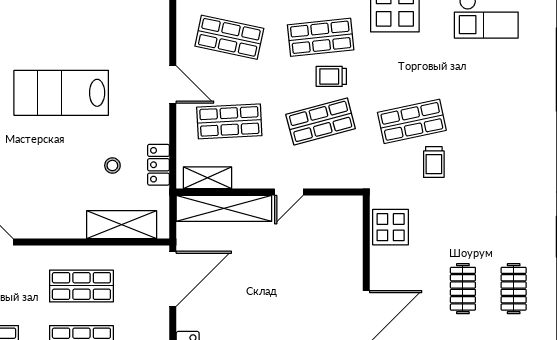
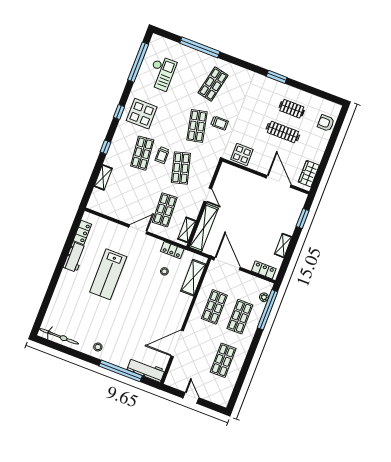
shop shelf: (229, 37) -> (213, 84), moved
lab bench: (61, 93) -> (108, 274), moved
clothes rail: (463, 289) -> (283, 132), width x1.36

